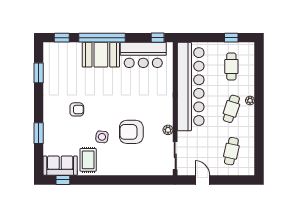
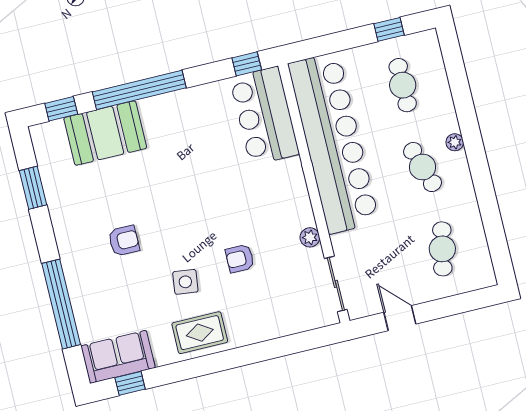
booth: (101, 55) -> (105, 133), moved
bar counter: (143, 55) -> (264, 116), moved, turned 90
cafe table: (231, 109) -> (423, 167), turned -36
armchair: (131, 132) -> (240, 258), width x0.53, depth x0.53
window: (39, 133) -> (61, 304), width x2.11
rug: (88, 160) -> (200, 333), moved, turned 90

